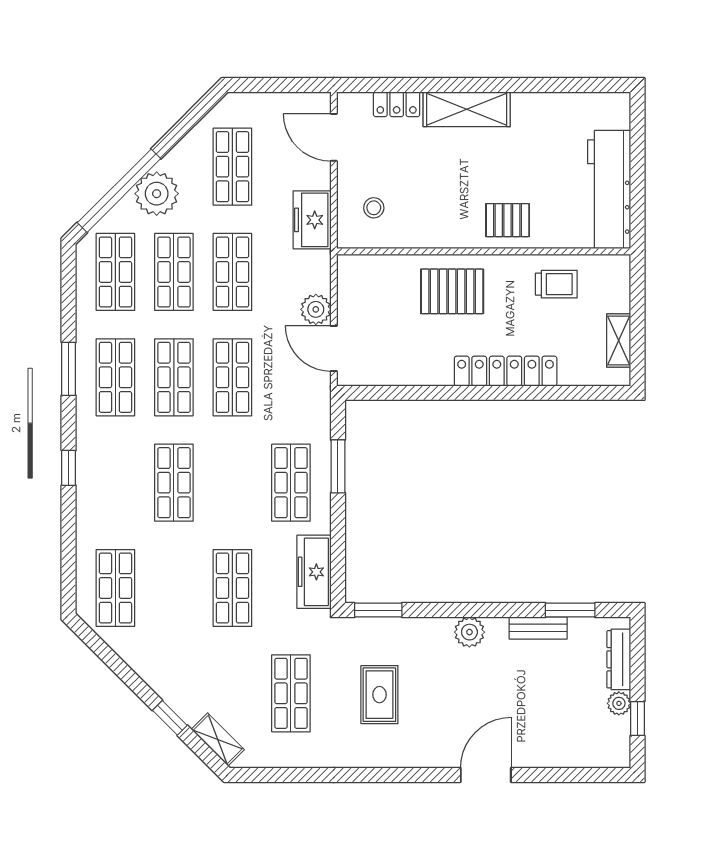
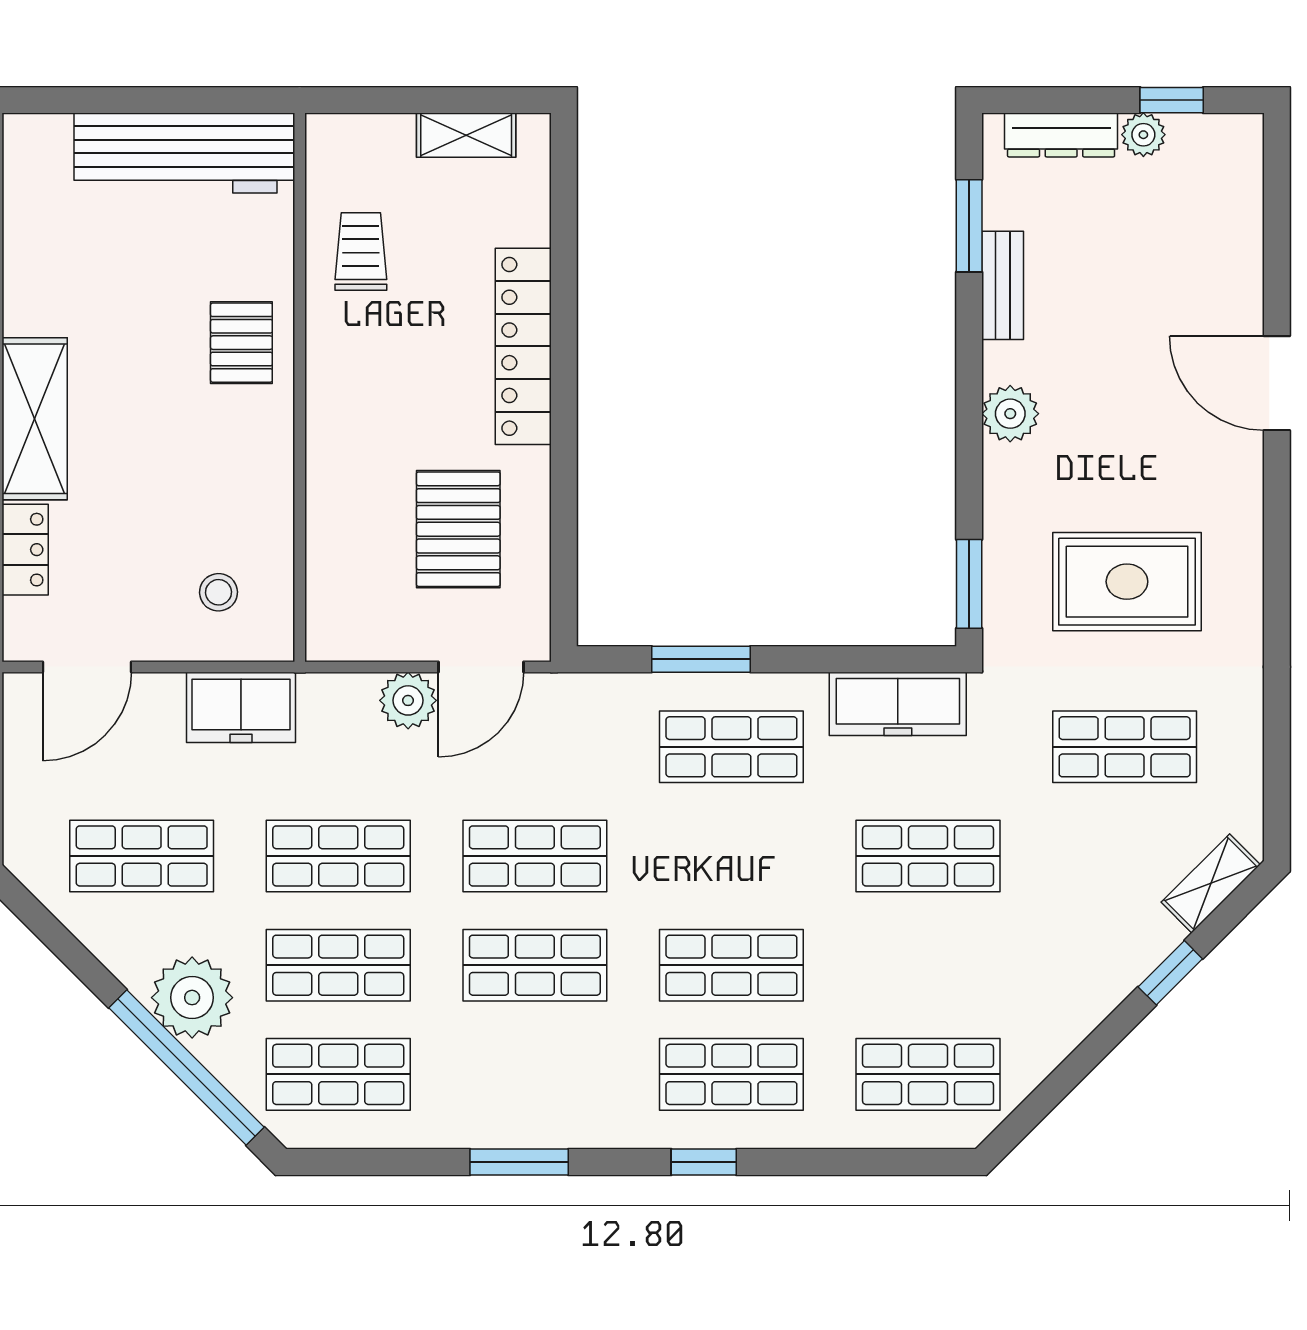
pallet: (452, 291) -> (458, 529), moved
shop shelf: (115, 377) -> (731, 1074), moved
rug: (379, 695) -> (1127, 582), width x1.36, depth x1.43

